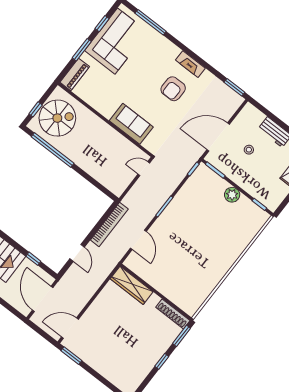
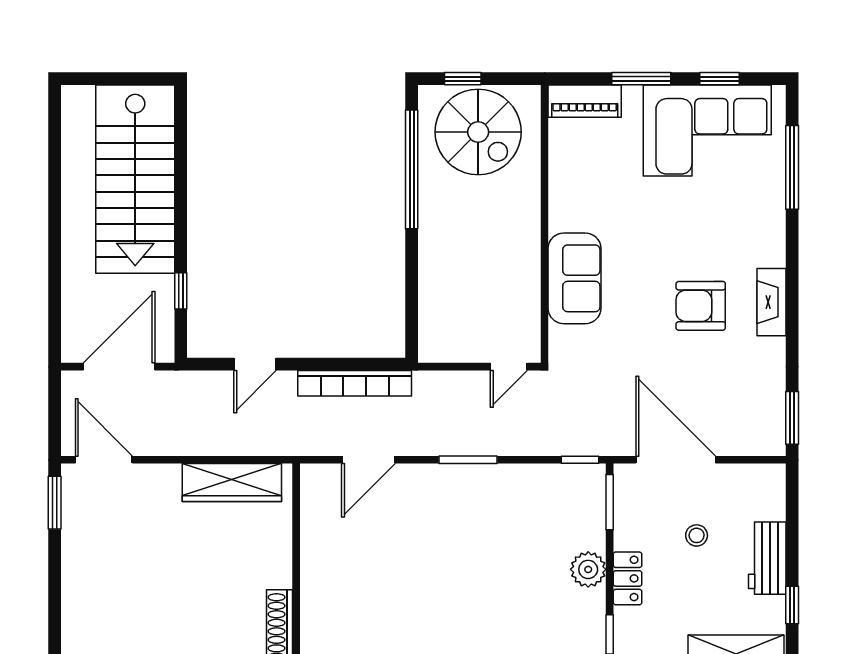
door: (144, 169) -> (509, 367), swing flipped
locker: (245, 184) -> (628, 578), added
wardrobe: (132, 285) -> (232, 483), moved, turned -90

